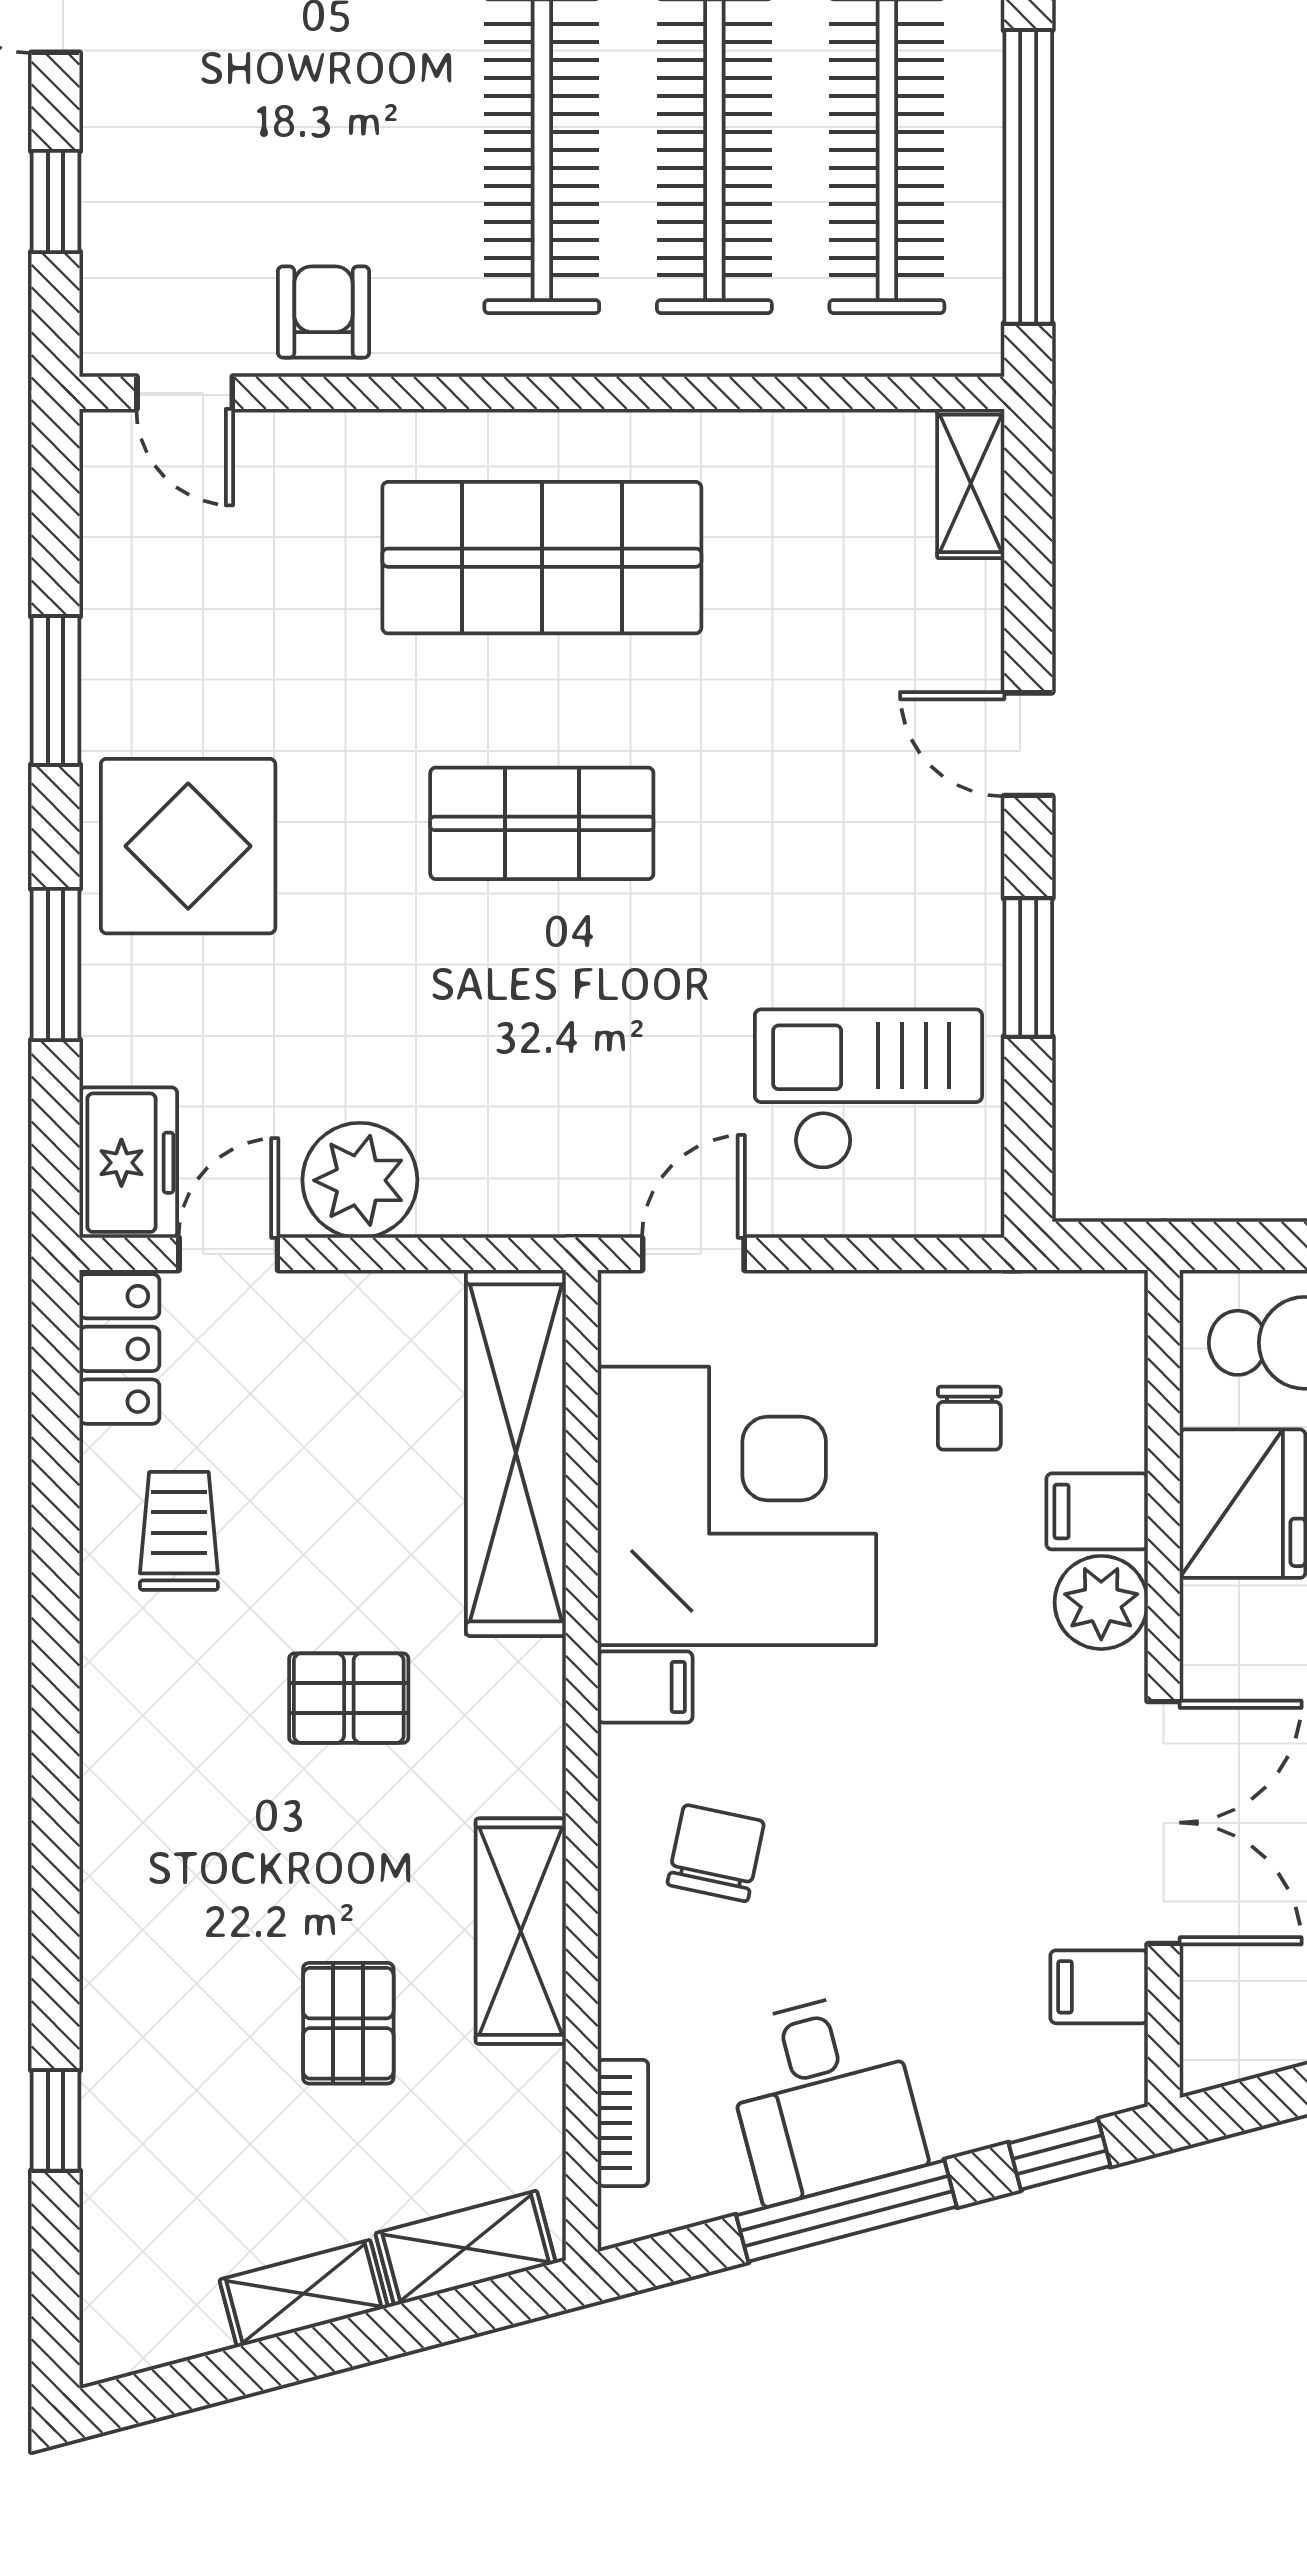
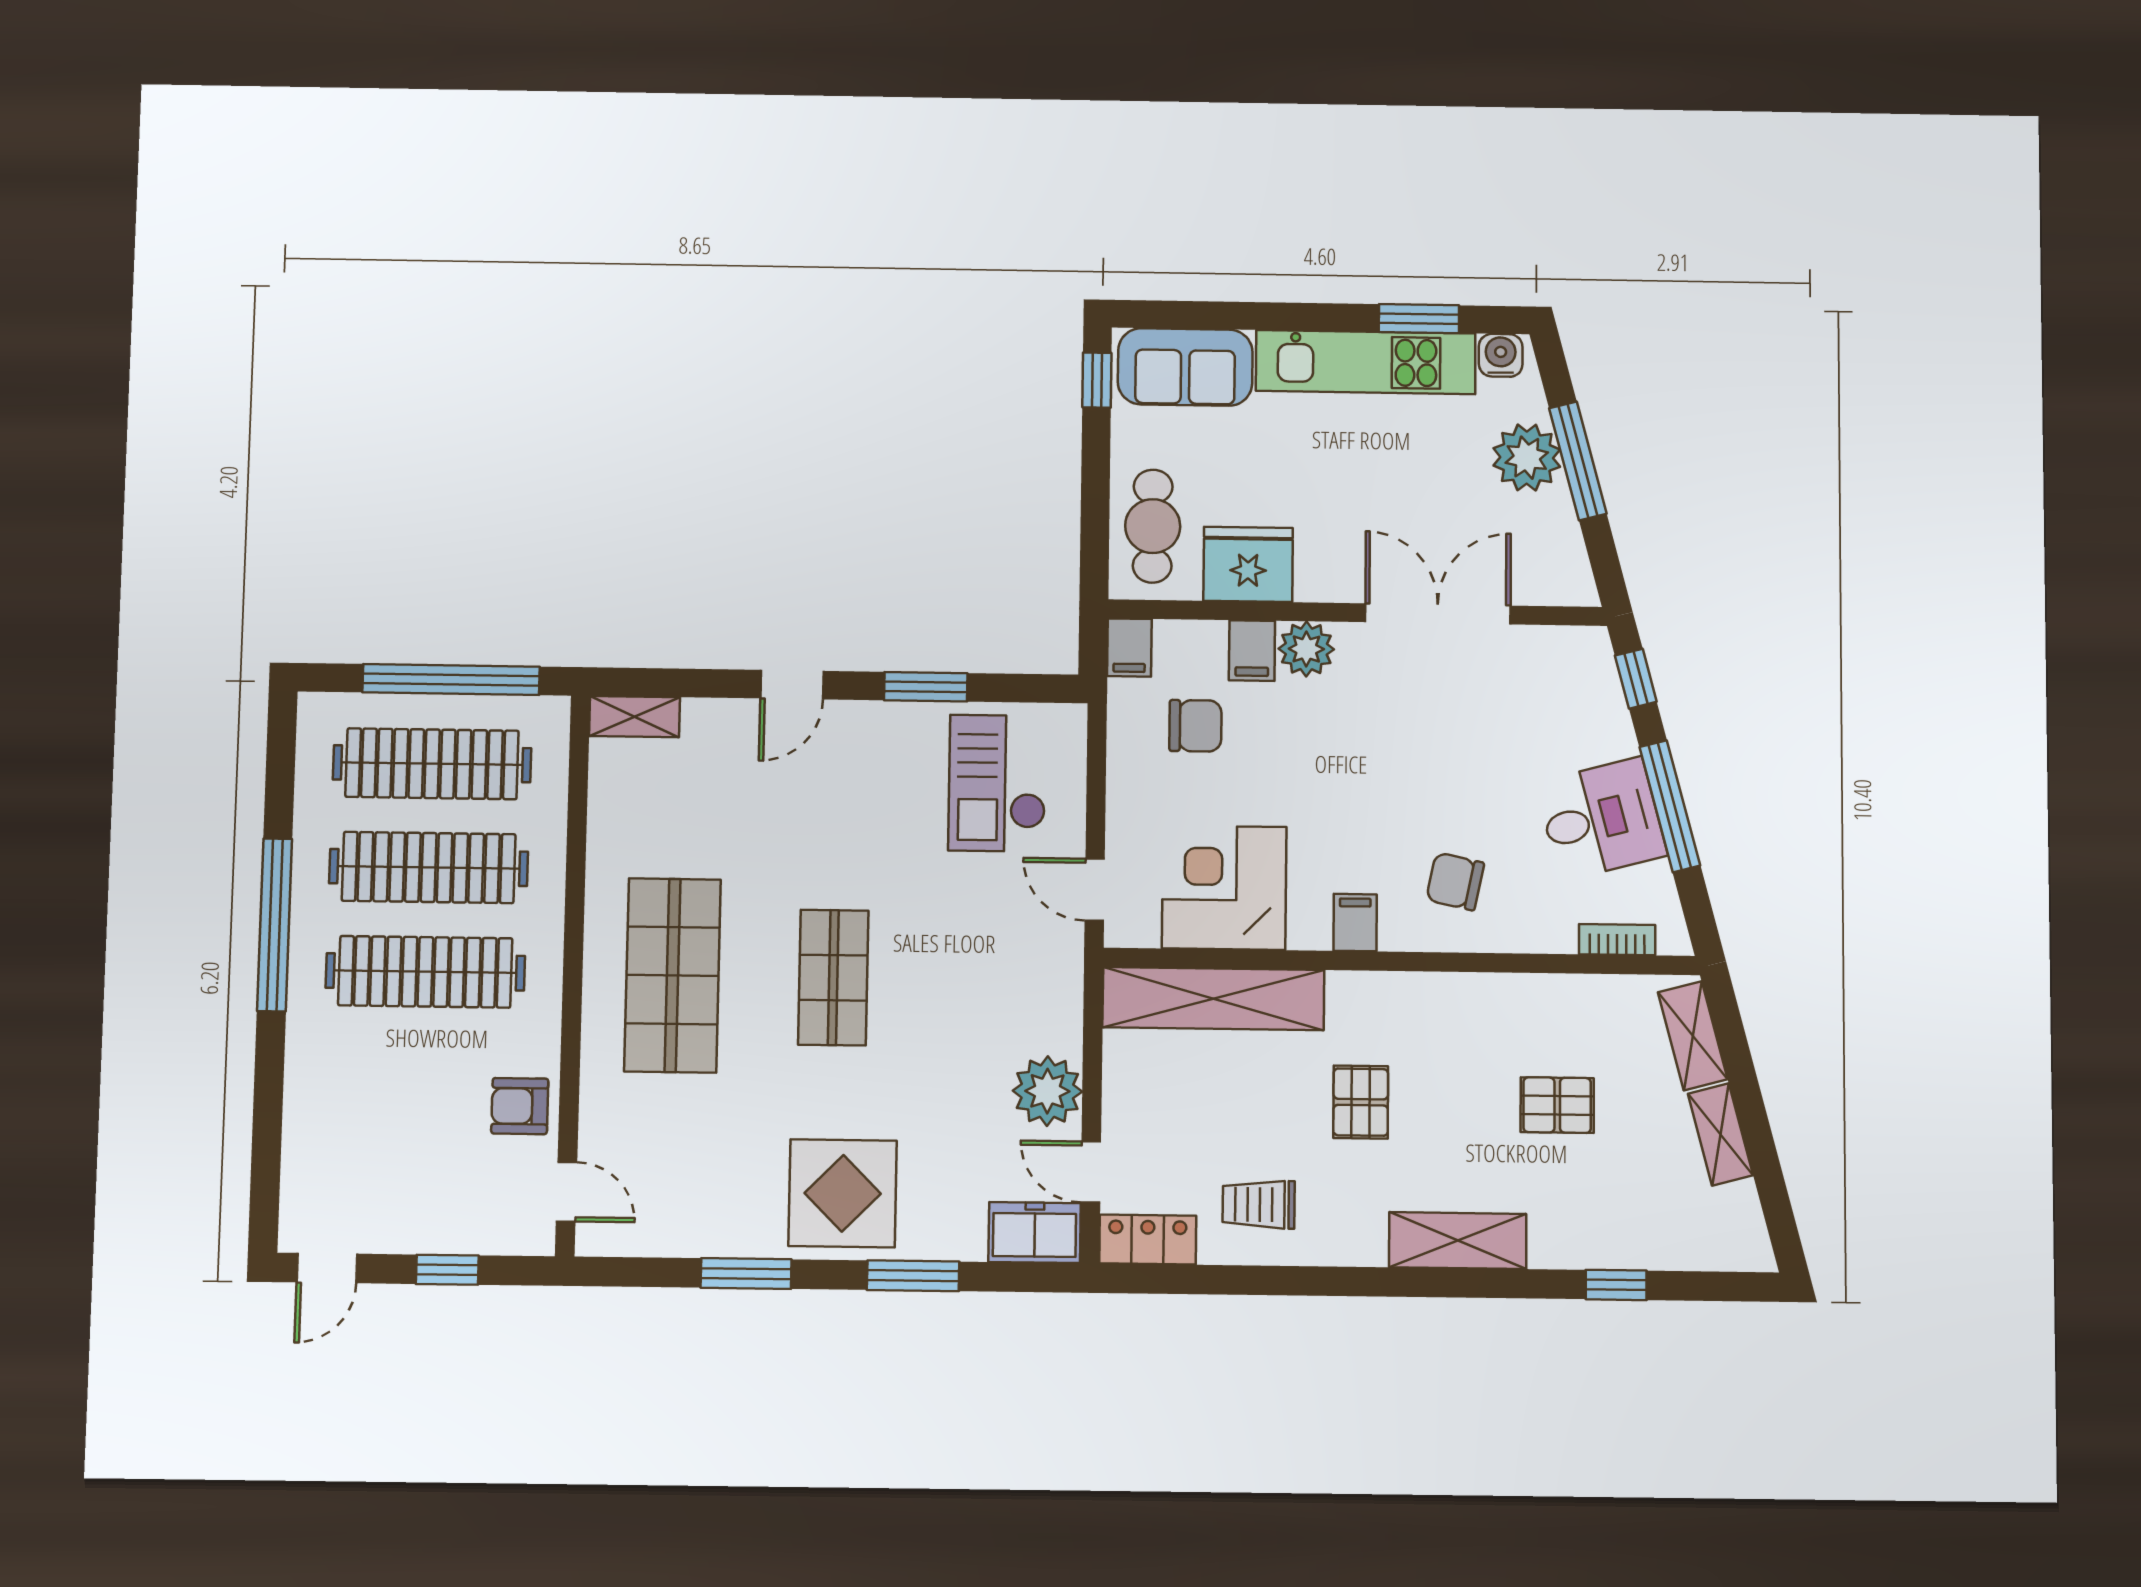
door: (185, 393) -> (567, 1192), hinge flipped
chair: (969, 1418) -> (1195, 726), width x1.37, depth x1.37
corner desk: (737, 1506) -> (1224, 888), width x0.74, depth x0.74
shelving: (521, 1931) -> (1458, 1240), moved
filing cabinet: (1099, 1987) -> (1129, 648), moved

